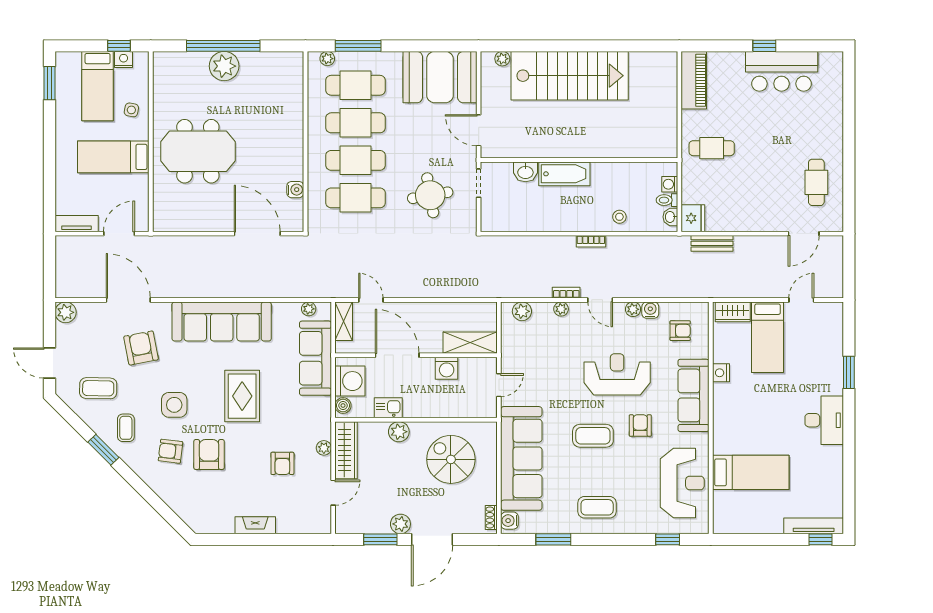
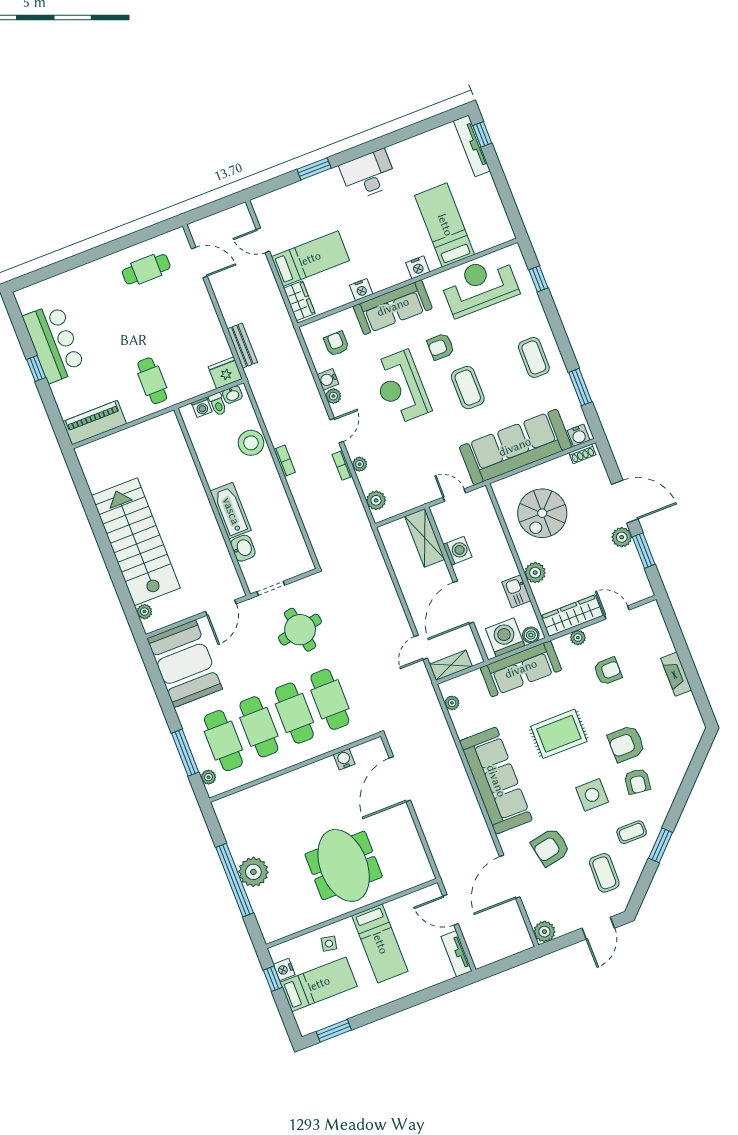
stool: (619, 217) -> (251, 443), width x1.89, depth x1.89
sofa: (315, 358) -> (521, 669), moved
nightstand: (721, 433) -> (418, 267), added

